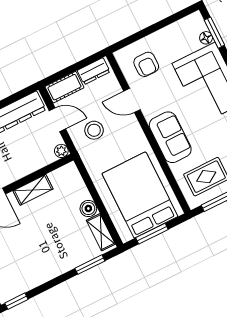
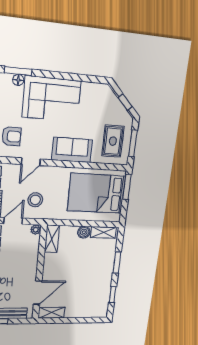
shelving: (33, 190) -> (52, 239), moved
window: (152, 234) -> (127, 187), moved
window: (90, 265) -> (117, 263), moved
window: (16, 301) -> (113, 295), moved

